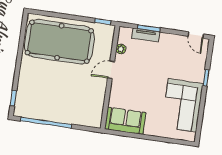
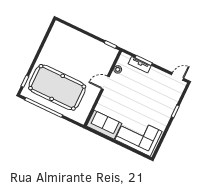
door: (196, 35) -> (178, 77), swing flipped
pool table: (59, 42) -> (57, 87), moved
corner sofa: (182, 105) -> (138, 136), moved, turned 90

